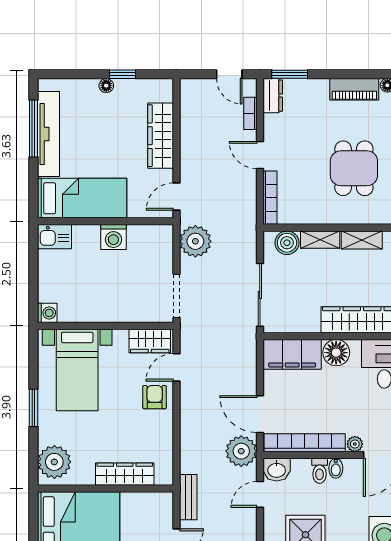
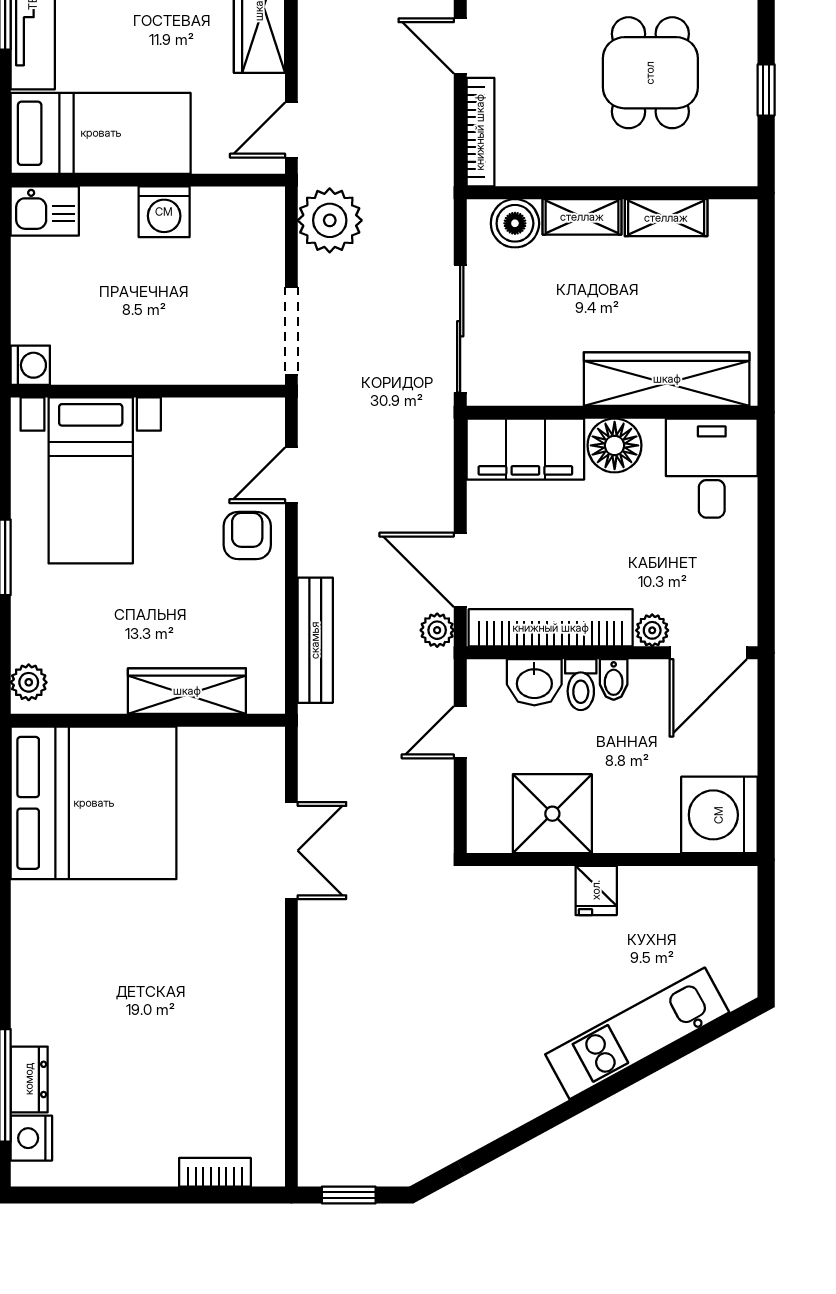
wardrobe: (150, 341) -> (237, 422), removed
plant: (241, 451) -> (437, 630), width x0.53, depth x0.53
plant: (54, 462) -> (29, 682), width x0.53, depth x0.53
washbasin: (277, 470) -> (534, 682), moved
bench: (188, 497) -> (315, 640), moved, width x1.36

